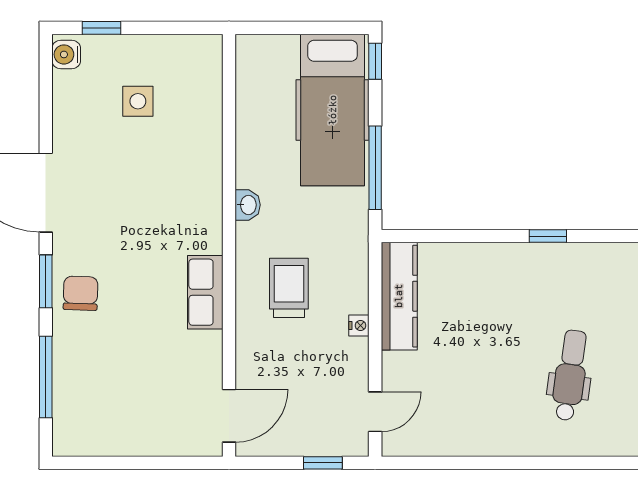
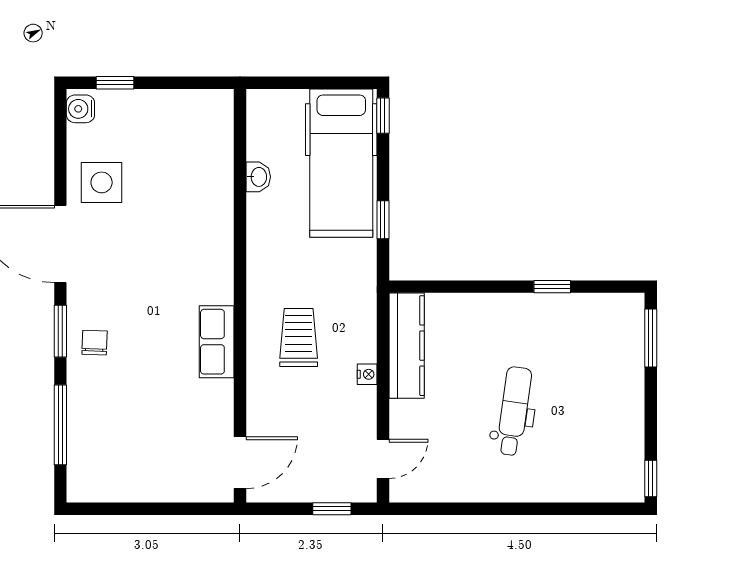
side table: (138, 101) -> (102, 182), moved, width x1.37, depth x1.37
window: (375, 168) -> (383, 220), width x0.46
washbasin: (248, 205) -> (258, 177), moved
chair: (81, 293) -> (95, 343), width x0.73, depth x0.73
dental chair: (570, 375) -> (514, 411), moved

